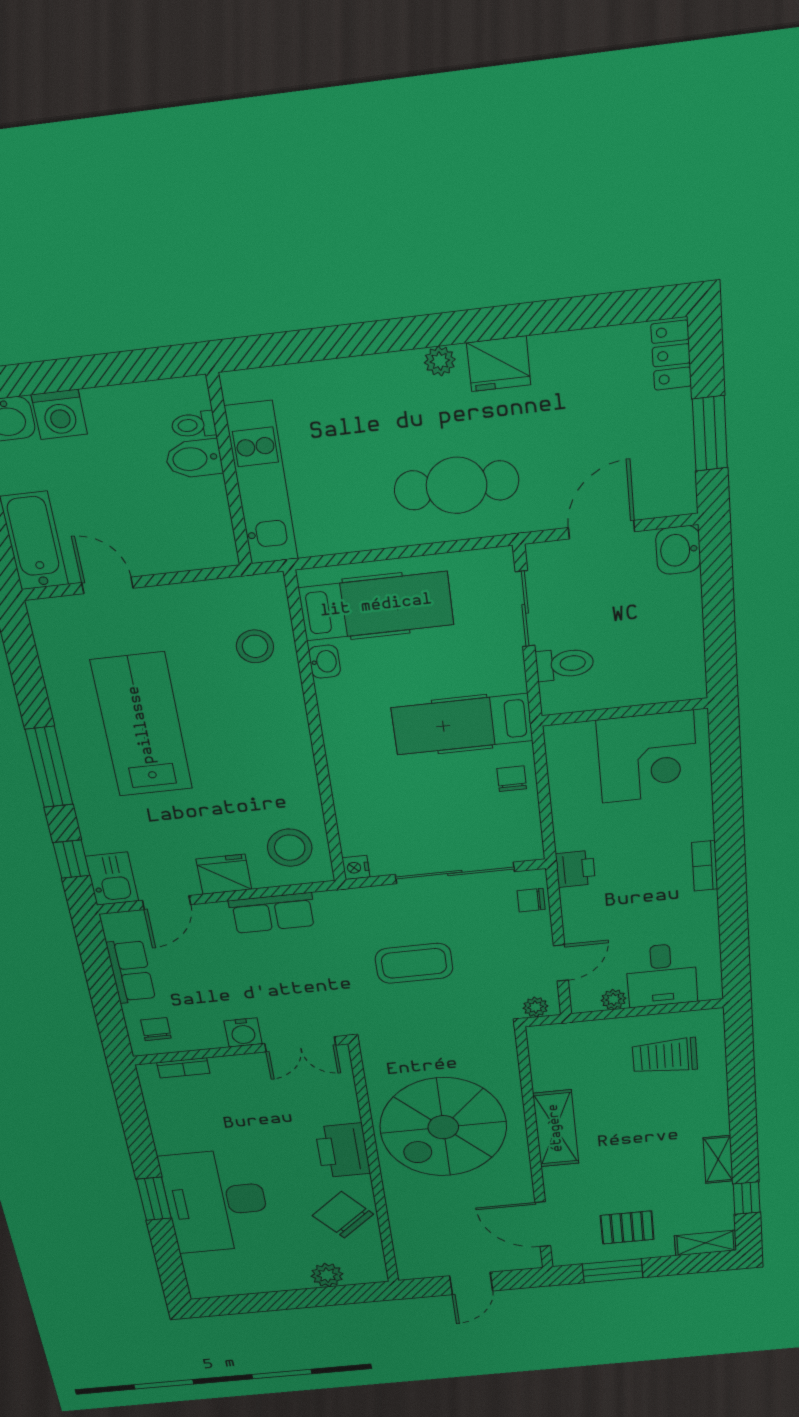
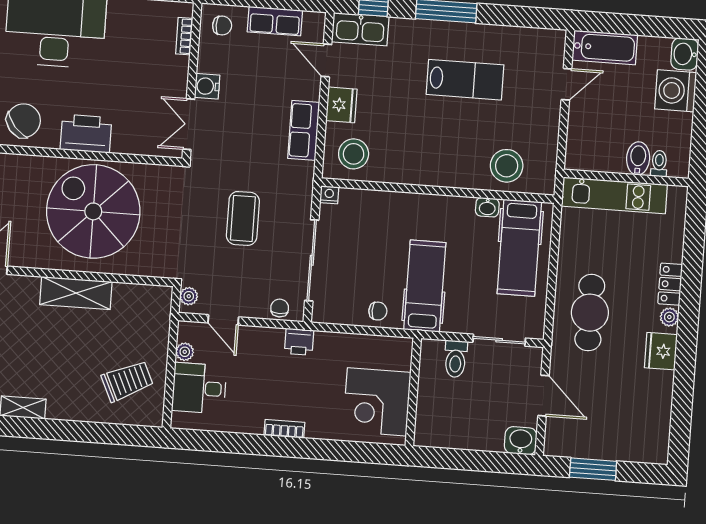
locker: (671, 355) -> (670, 284), moved, turned -90
washing machine: (59, 414) -> (676, 91), width x1.37, depth x1.37
stool: (255, 646) -> (507, 166), width x1.38, depth x1.38
lab bench: (142, 725) -> (465, 80), width x0.73, depth x0.72
kitchen sink: (112, 879) -> (360, 29), width x1.38
trolley: (665, 1056) -> (127, 381), turned 65

